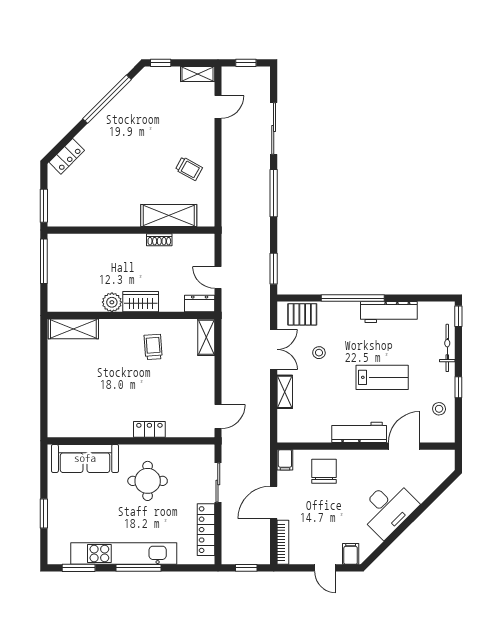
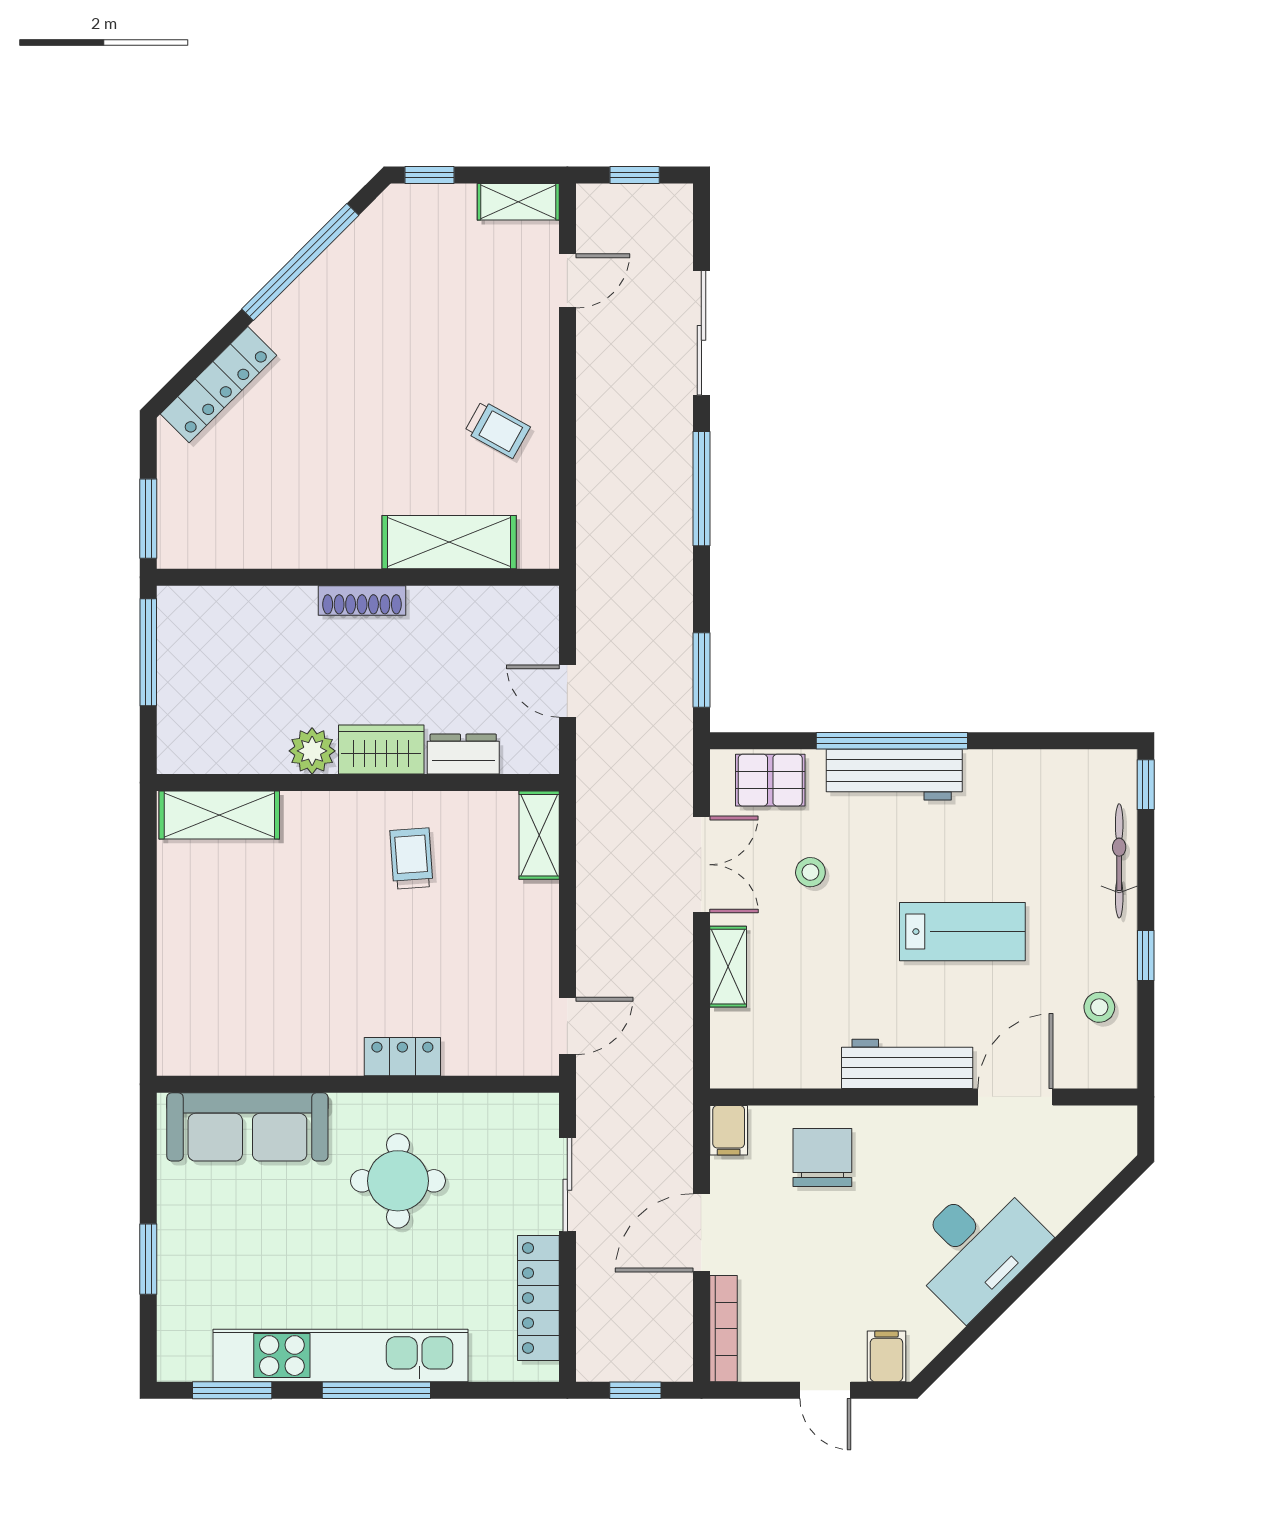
locker: (67, 156) -> (219, 385), width x1.53
shoe rack: (159, 240) -> (362, 600), moved, width x1.43
dresser: (200, 304) -> (463, 754), moved
workbench: (389, 312) -> (894, 775), moved

